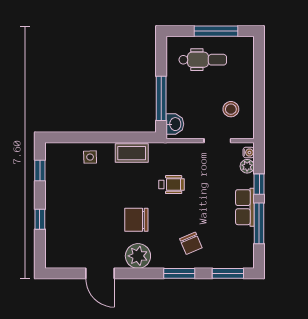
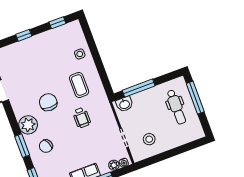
window: (216, 31) -> (195, 98), moved
coffee table: (132, 153) -> (79, 85), moved
plant: (138, 256) -> (28, 125), moved

